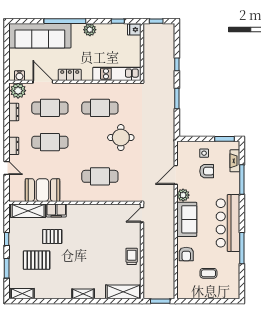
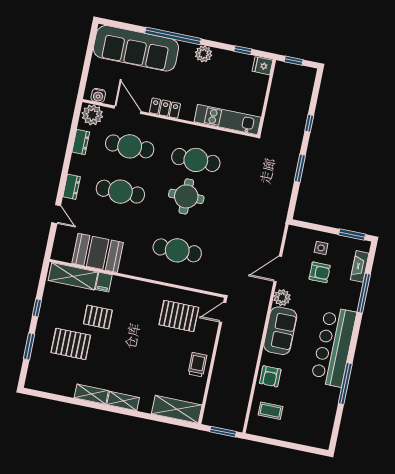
round table: (121, 138) -> (186, 196), moved
filing cabinet: (56, 210) -> (104, 282), width x0.50
pallet: (111, 224) -> (179, 316), added
coffee table: (208, 273) -> (270, 411), moved
shelving: (22, 294) -> (91, 394), moved

